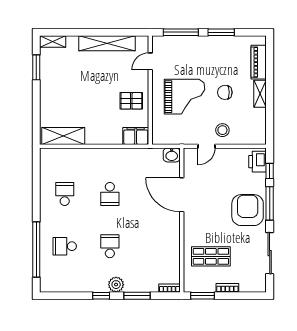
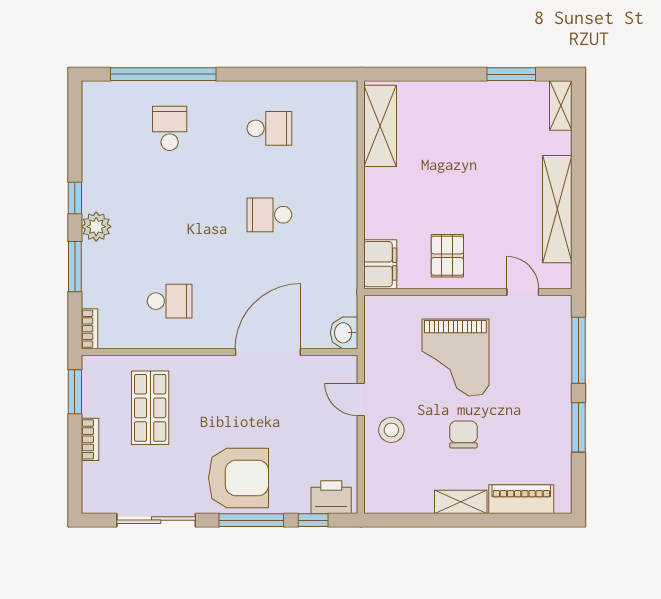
school desk: (110, 246) -> (170, 301), moved

